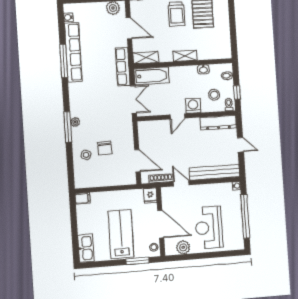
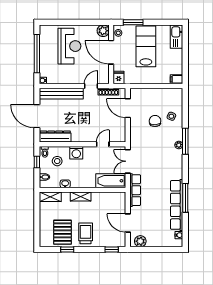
shelving: (146, 58) -> (50, 197), moved
door: (177, 116) -> (103, 144), moved
door: (240, 145) -> (37, 116), width x1.88
door: (181, 183) -> (91, 86), swing flipped
lab bench: (121, 234) -> (146, 46), turned 180
plant: (183, 247) -> (103, 31), moved

